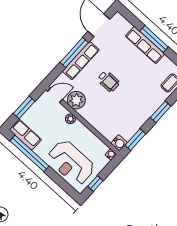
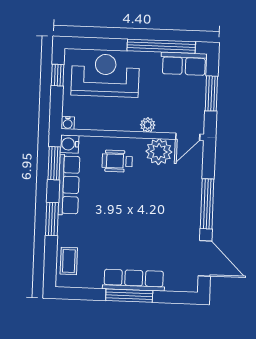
row of seats: (81, 61) -> (69, 185), moved, turned 180
wheelchair: (108, 81) -> (117, 161), moved

